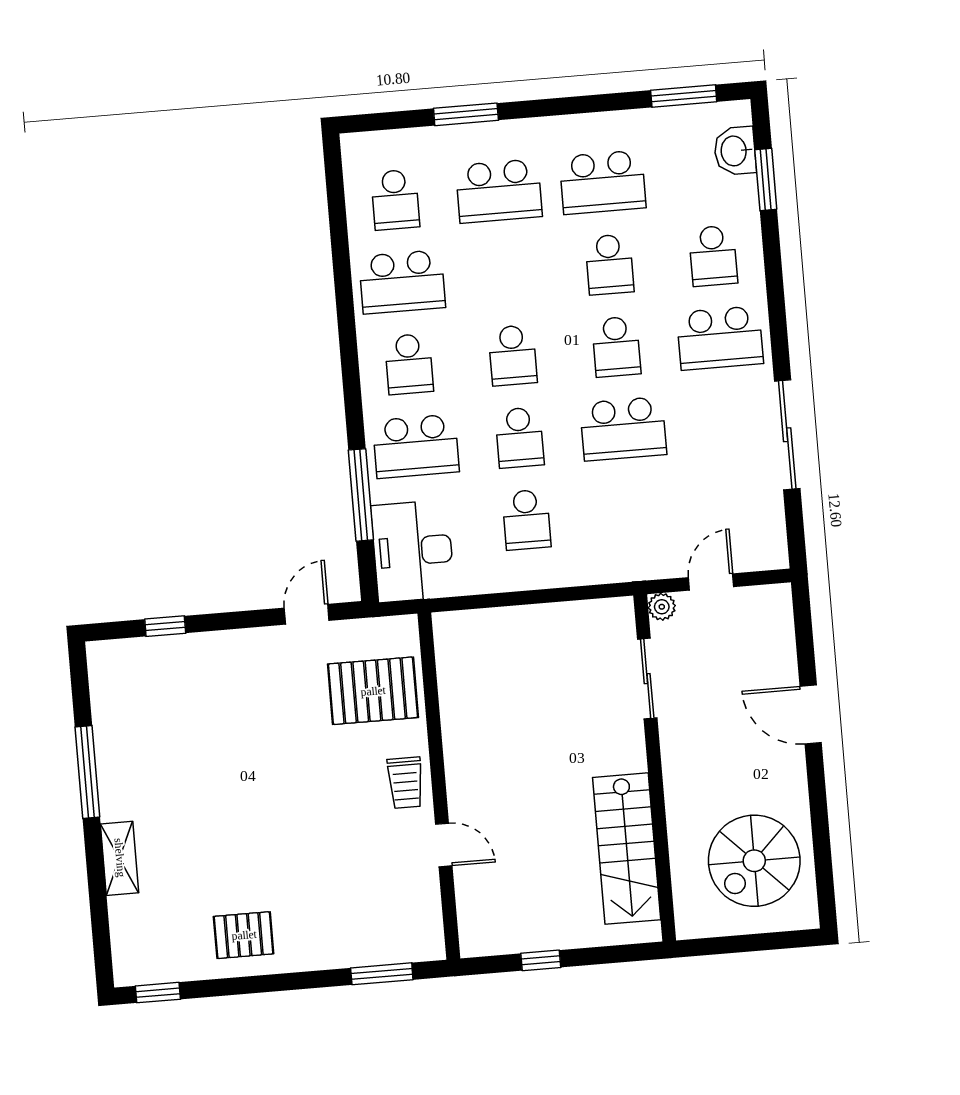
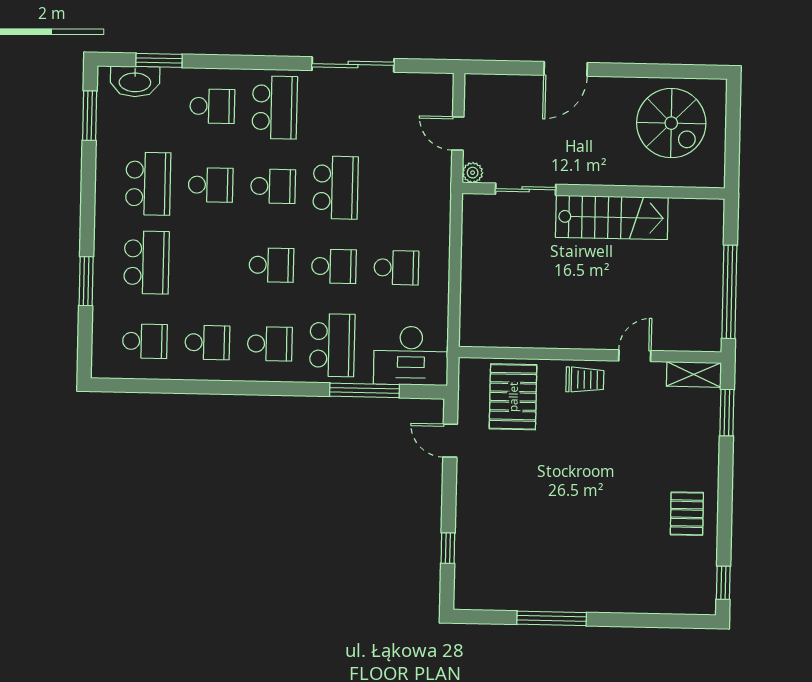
washbasin: (735, 151) -> (135, 81), width x1.38
school desk: (402, 282) -> (207, 342), width x0.54
stairs: (627, 849) -> (612, 217), moved
shelving: (120, 858) -> (694, 374), moved
window: (541, 960) -> (729, 292), width x3.17

